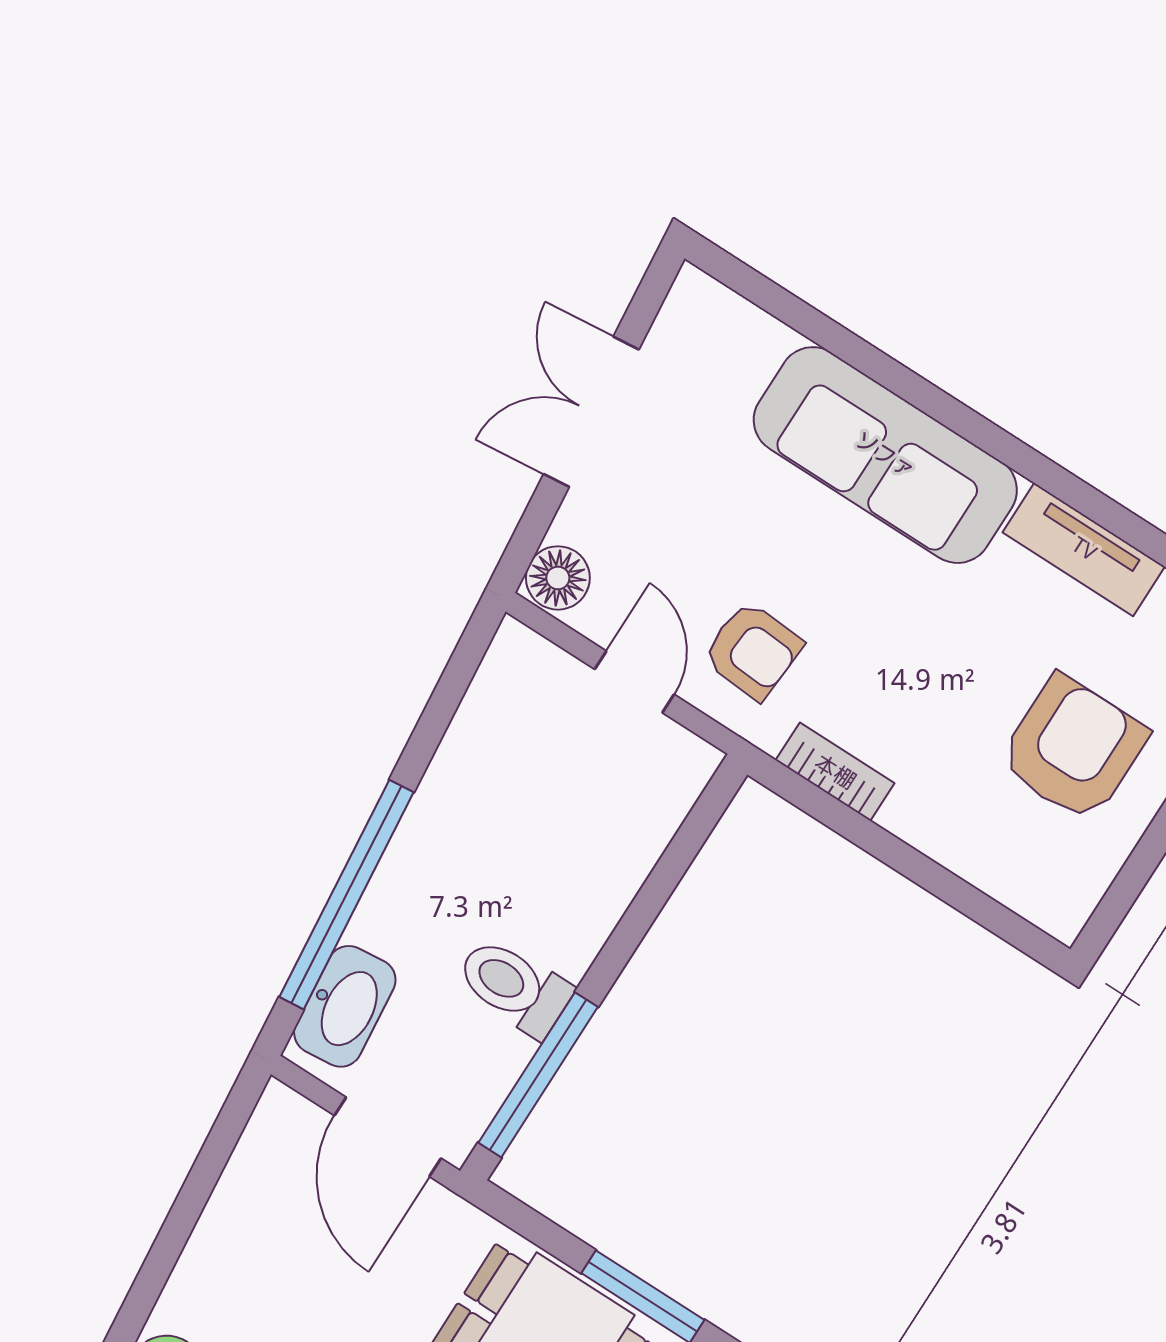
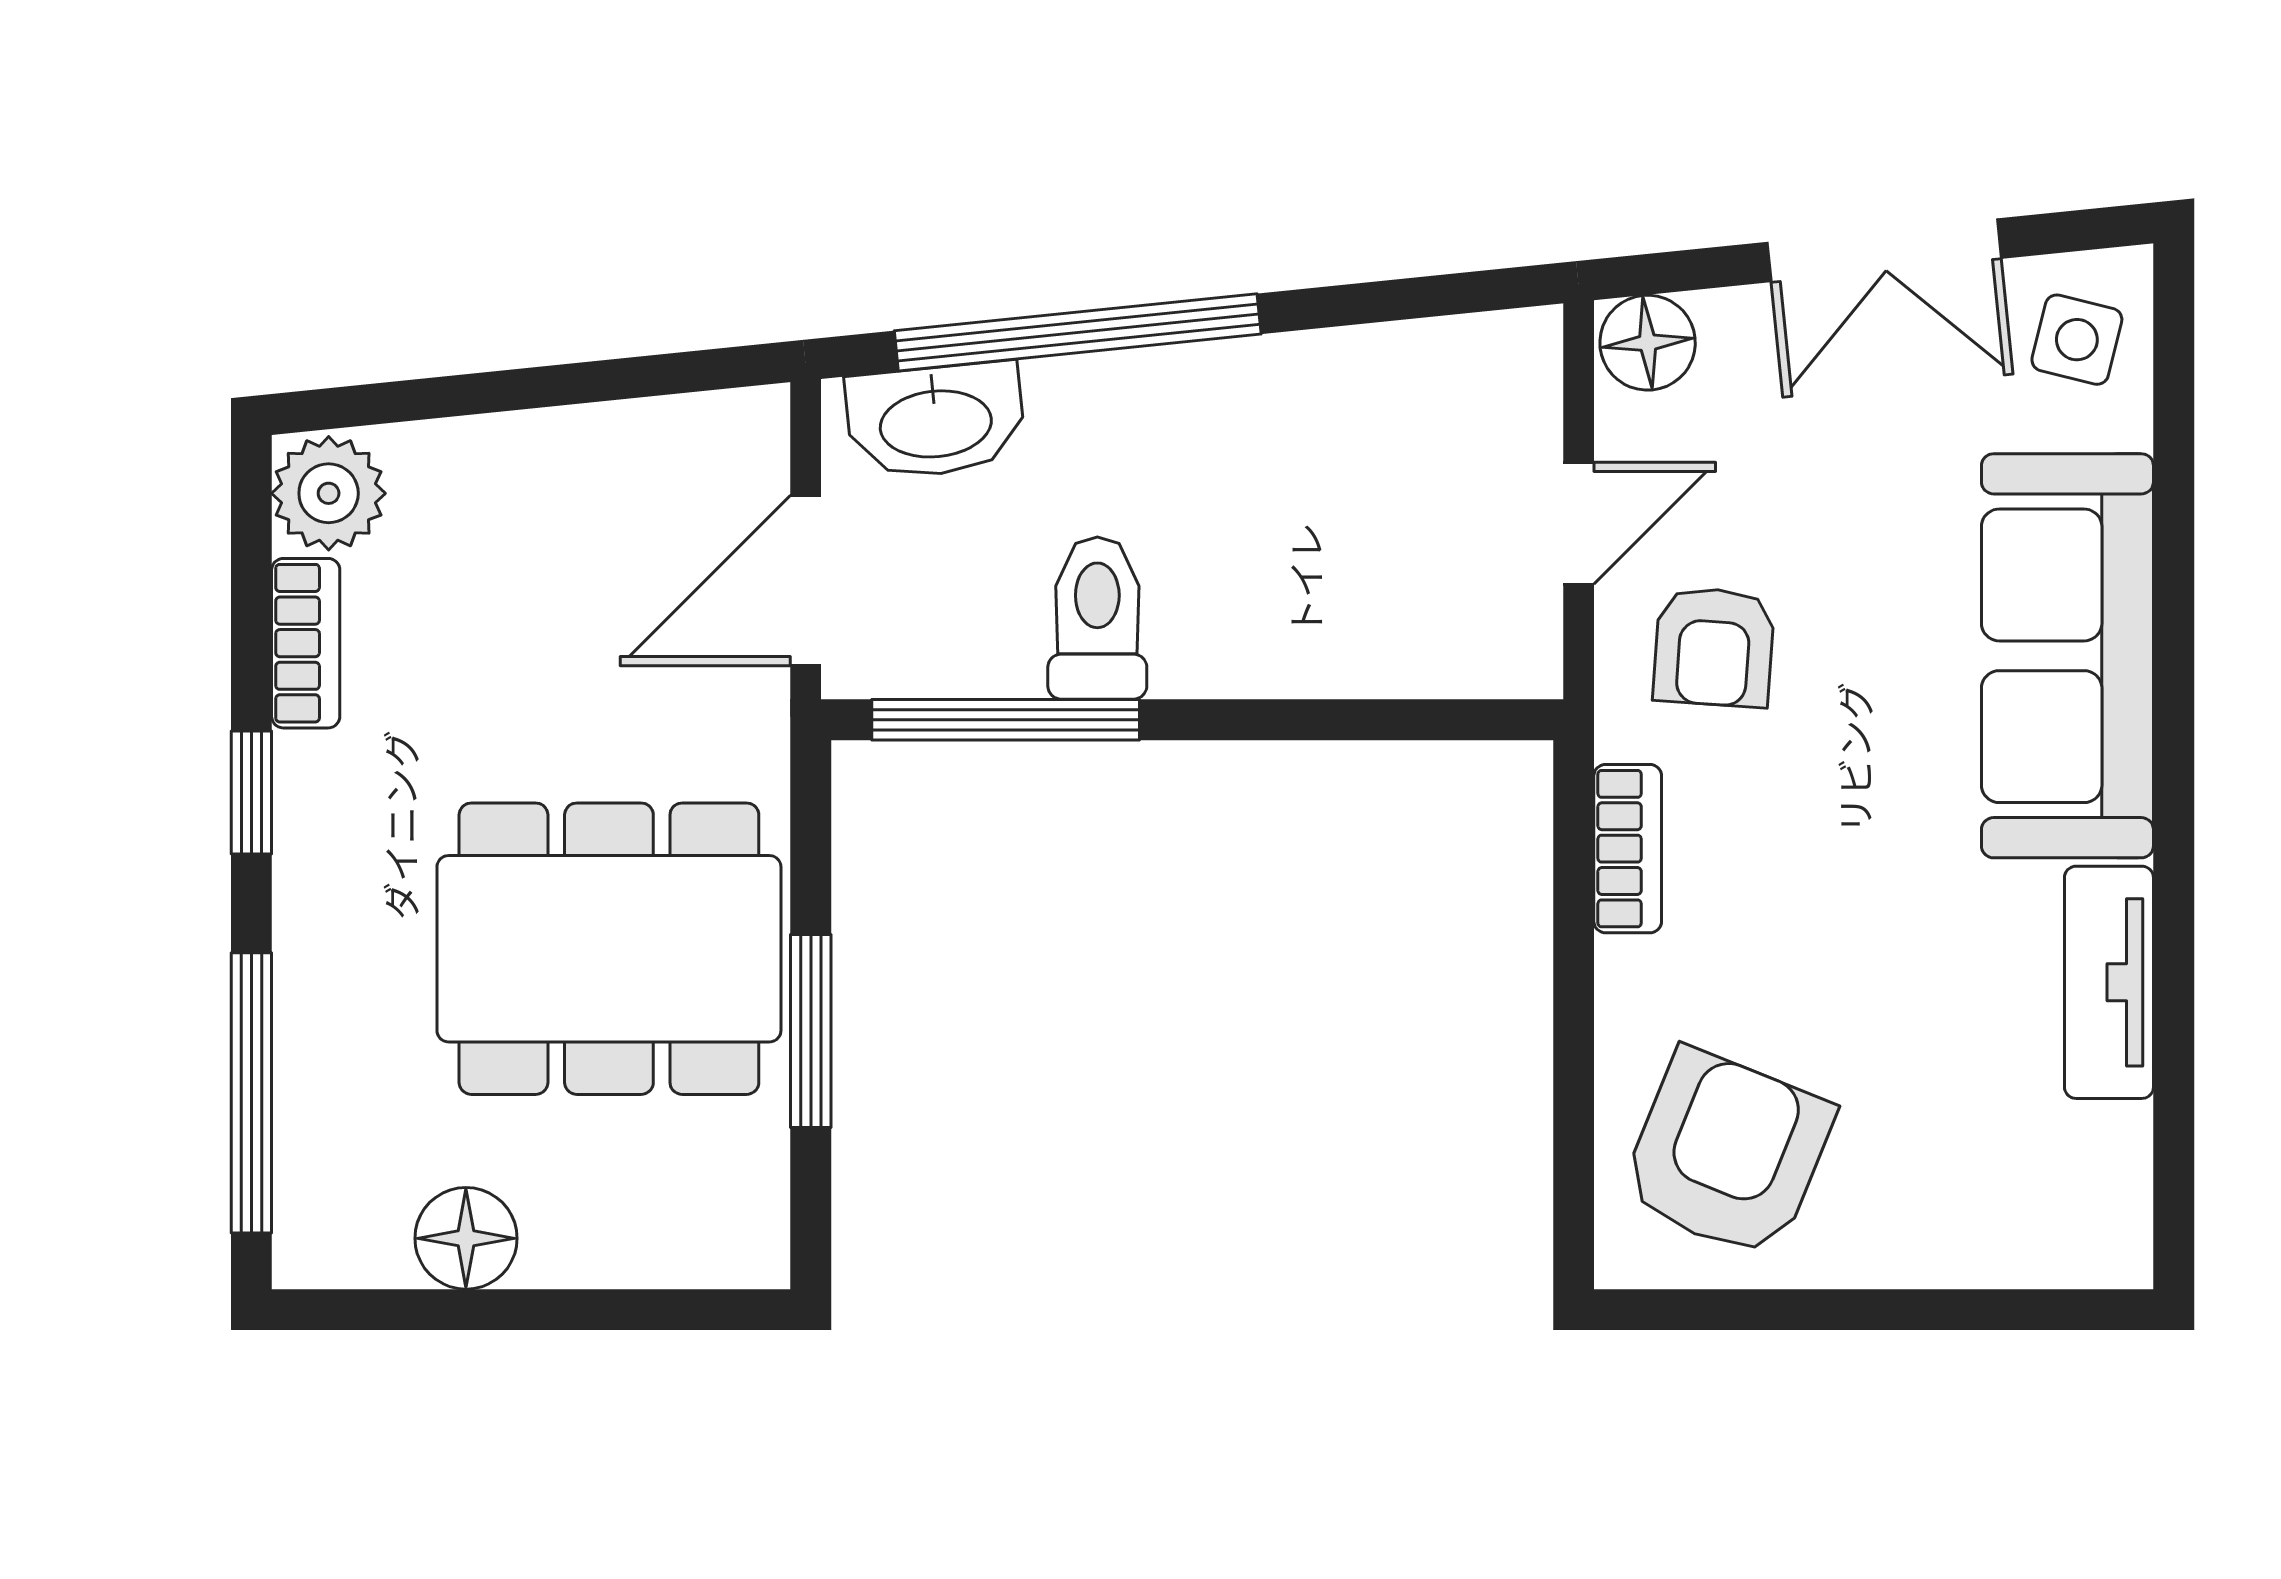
side table: (711, 336) -> (2077, 340), added
double door: (591, 412) -> (1884, 250), swing flipped
armchair: (1073, 748) -> (1727, 1154), moved, turned -68

